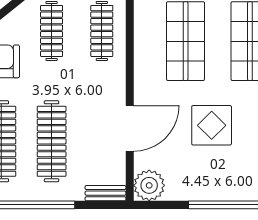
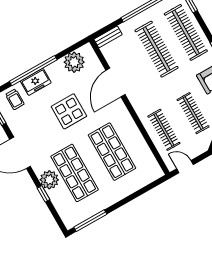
plant: (149, 185) -> (74, 62), moved
freezer: (233, 188) -> (36, 82), added

